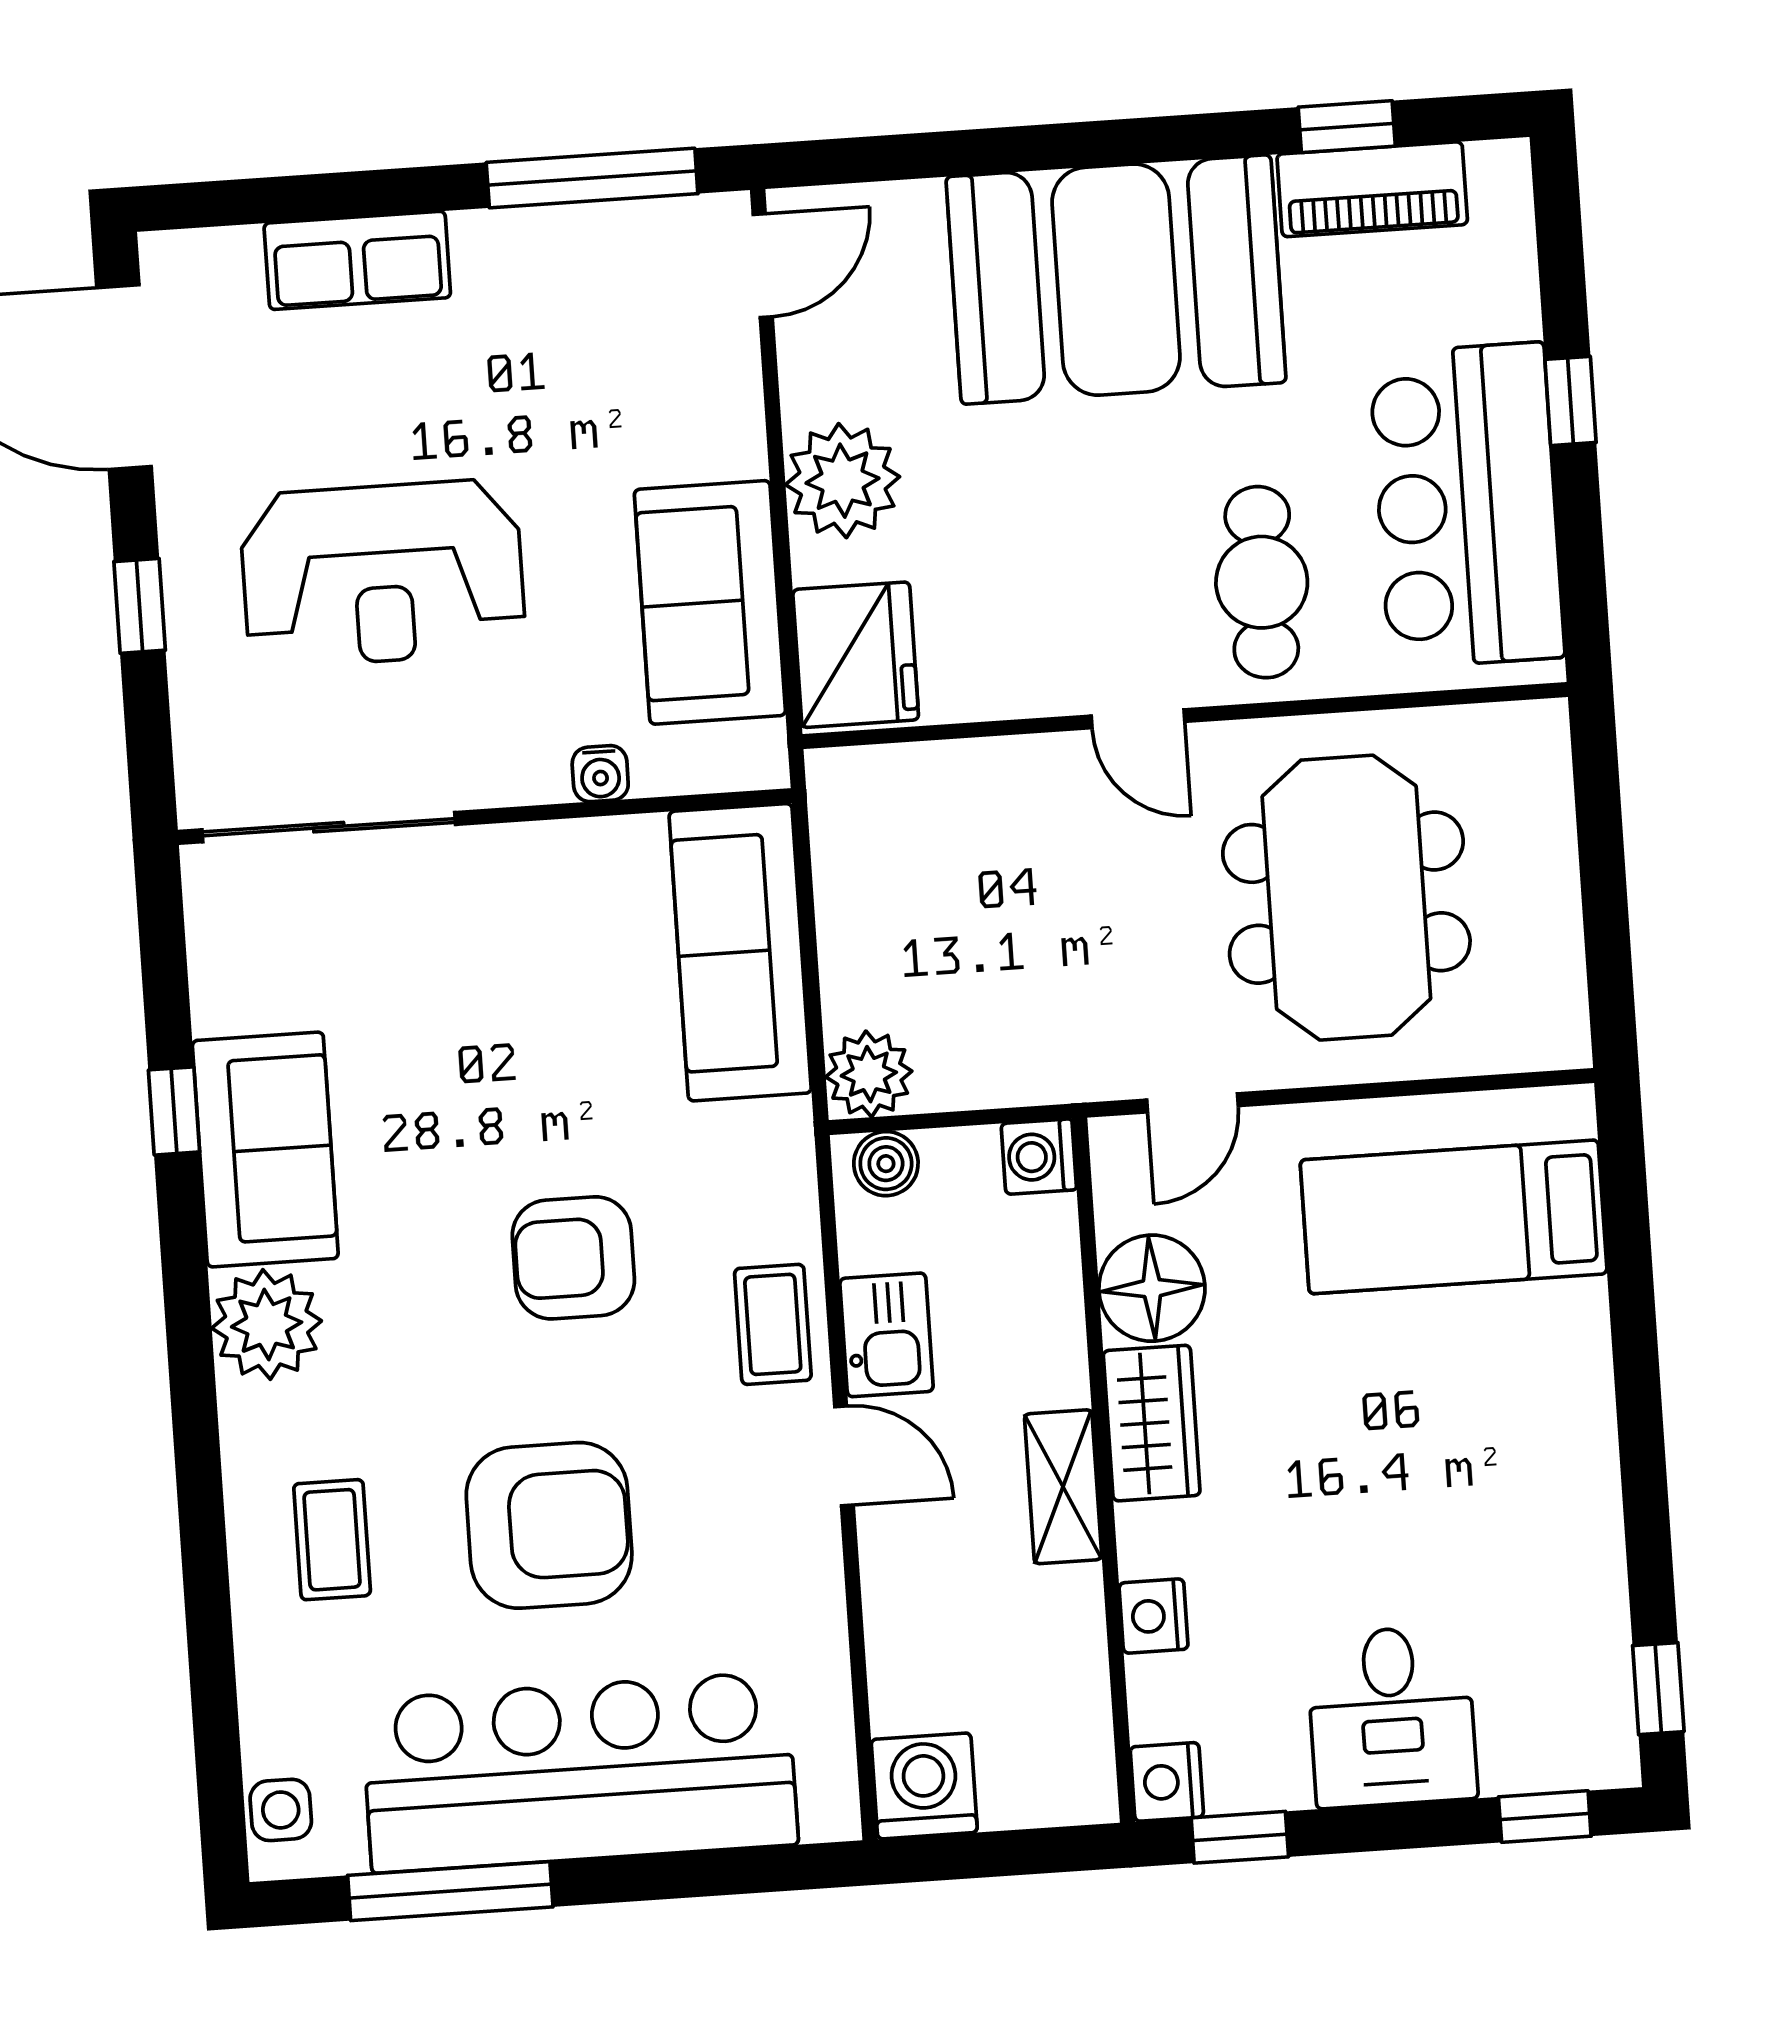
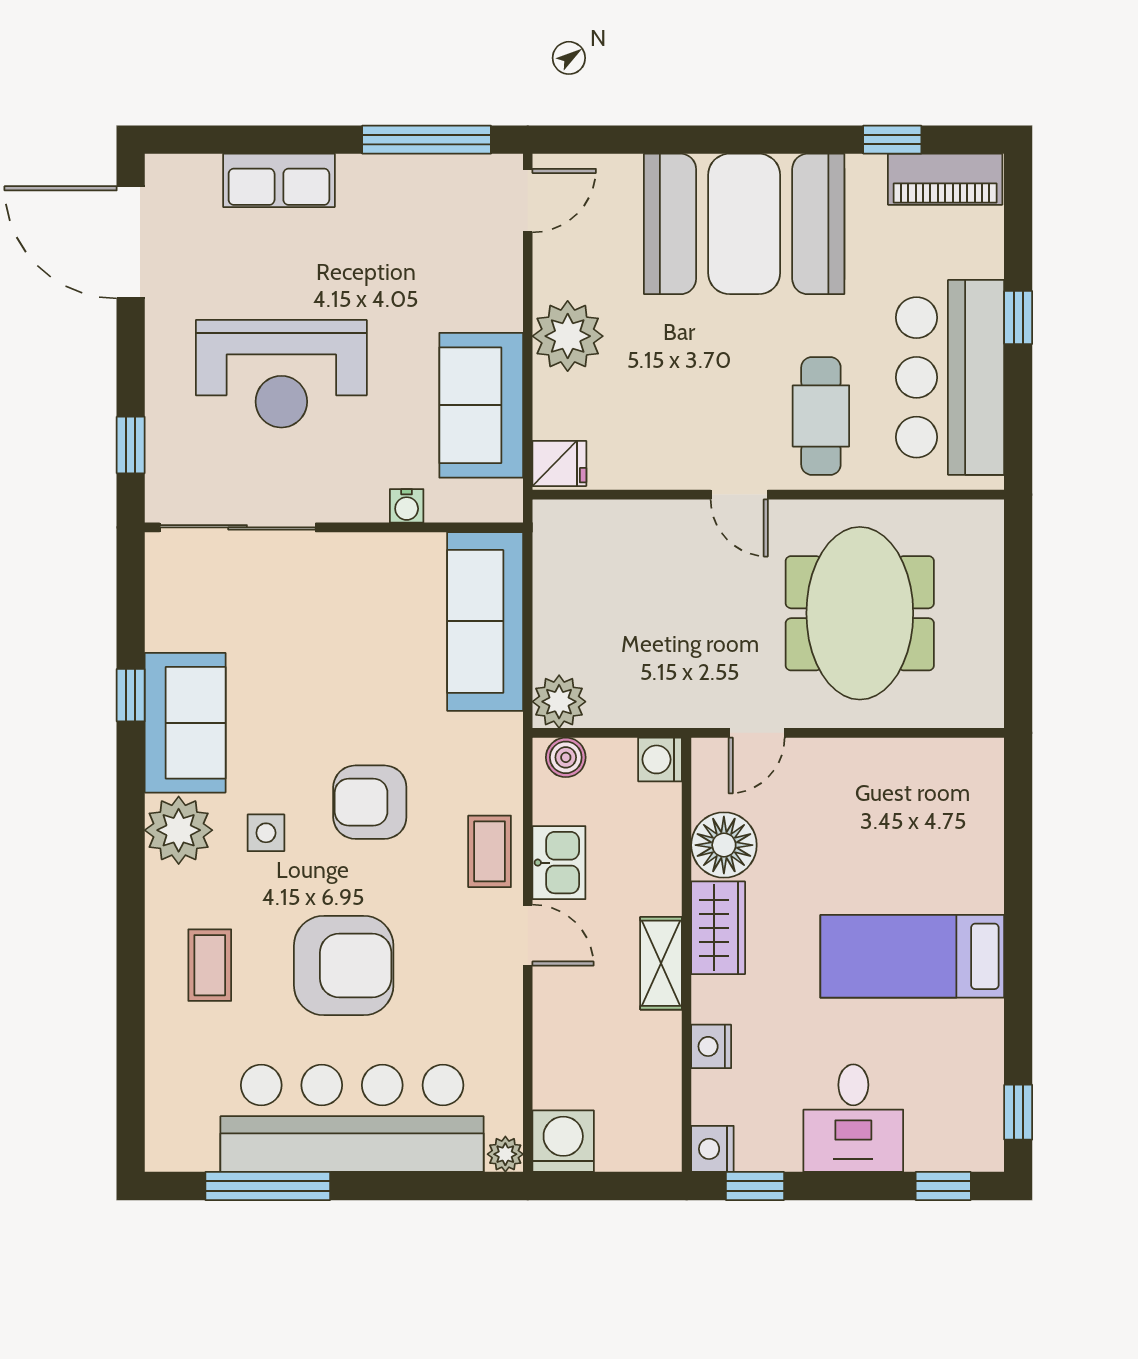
piano: (1372, 189) -> (945, 179), moved
window: (140, 606) -> (131, 445), moved
fridge: (856, 655) -> (559, 463), width x0.53, depth x0.75
bed: (1454, 1217) -> (912, 956), moved
side table: (281, 1810) -> (266, 833), moved
plant: (832, 1813) -> (505, 1154), added

